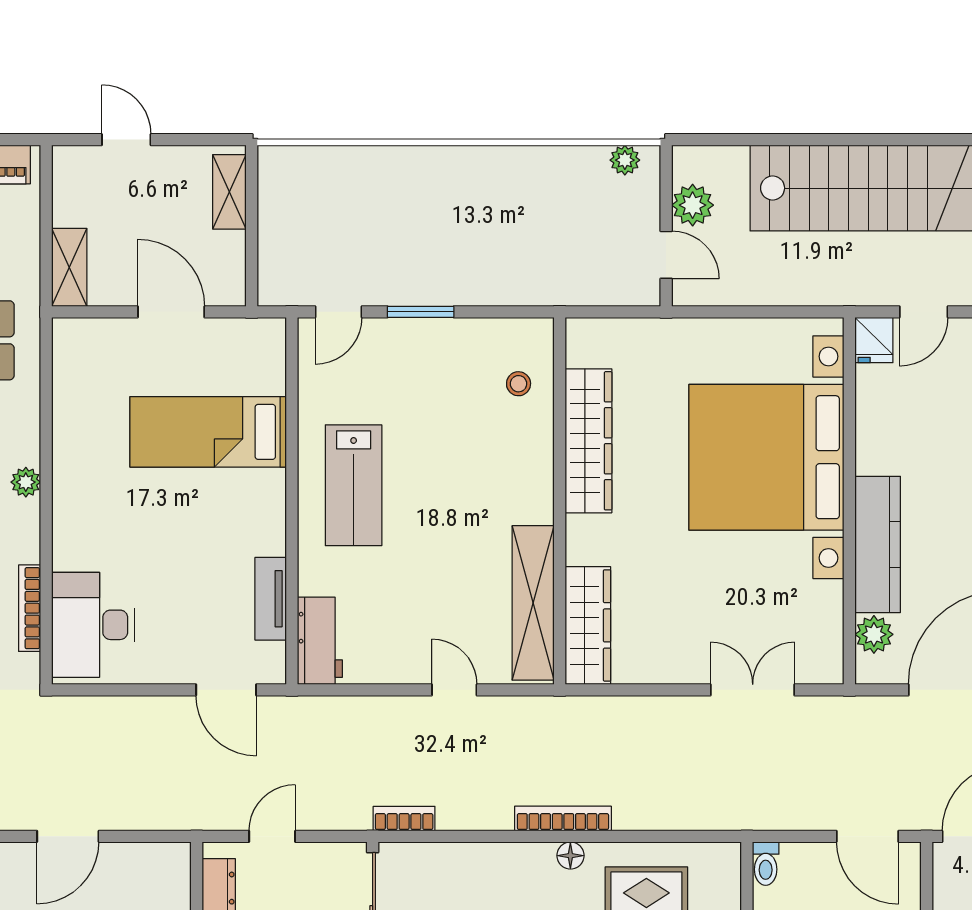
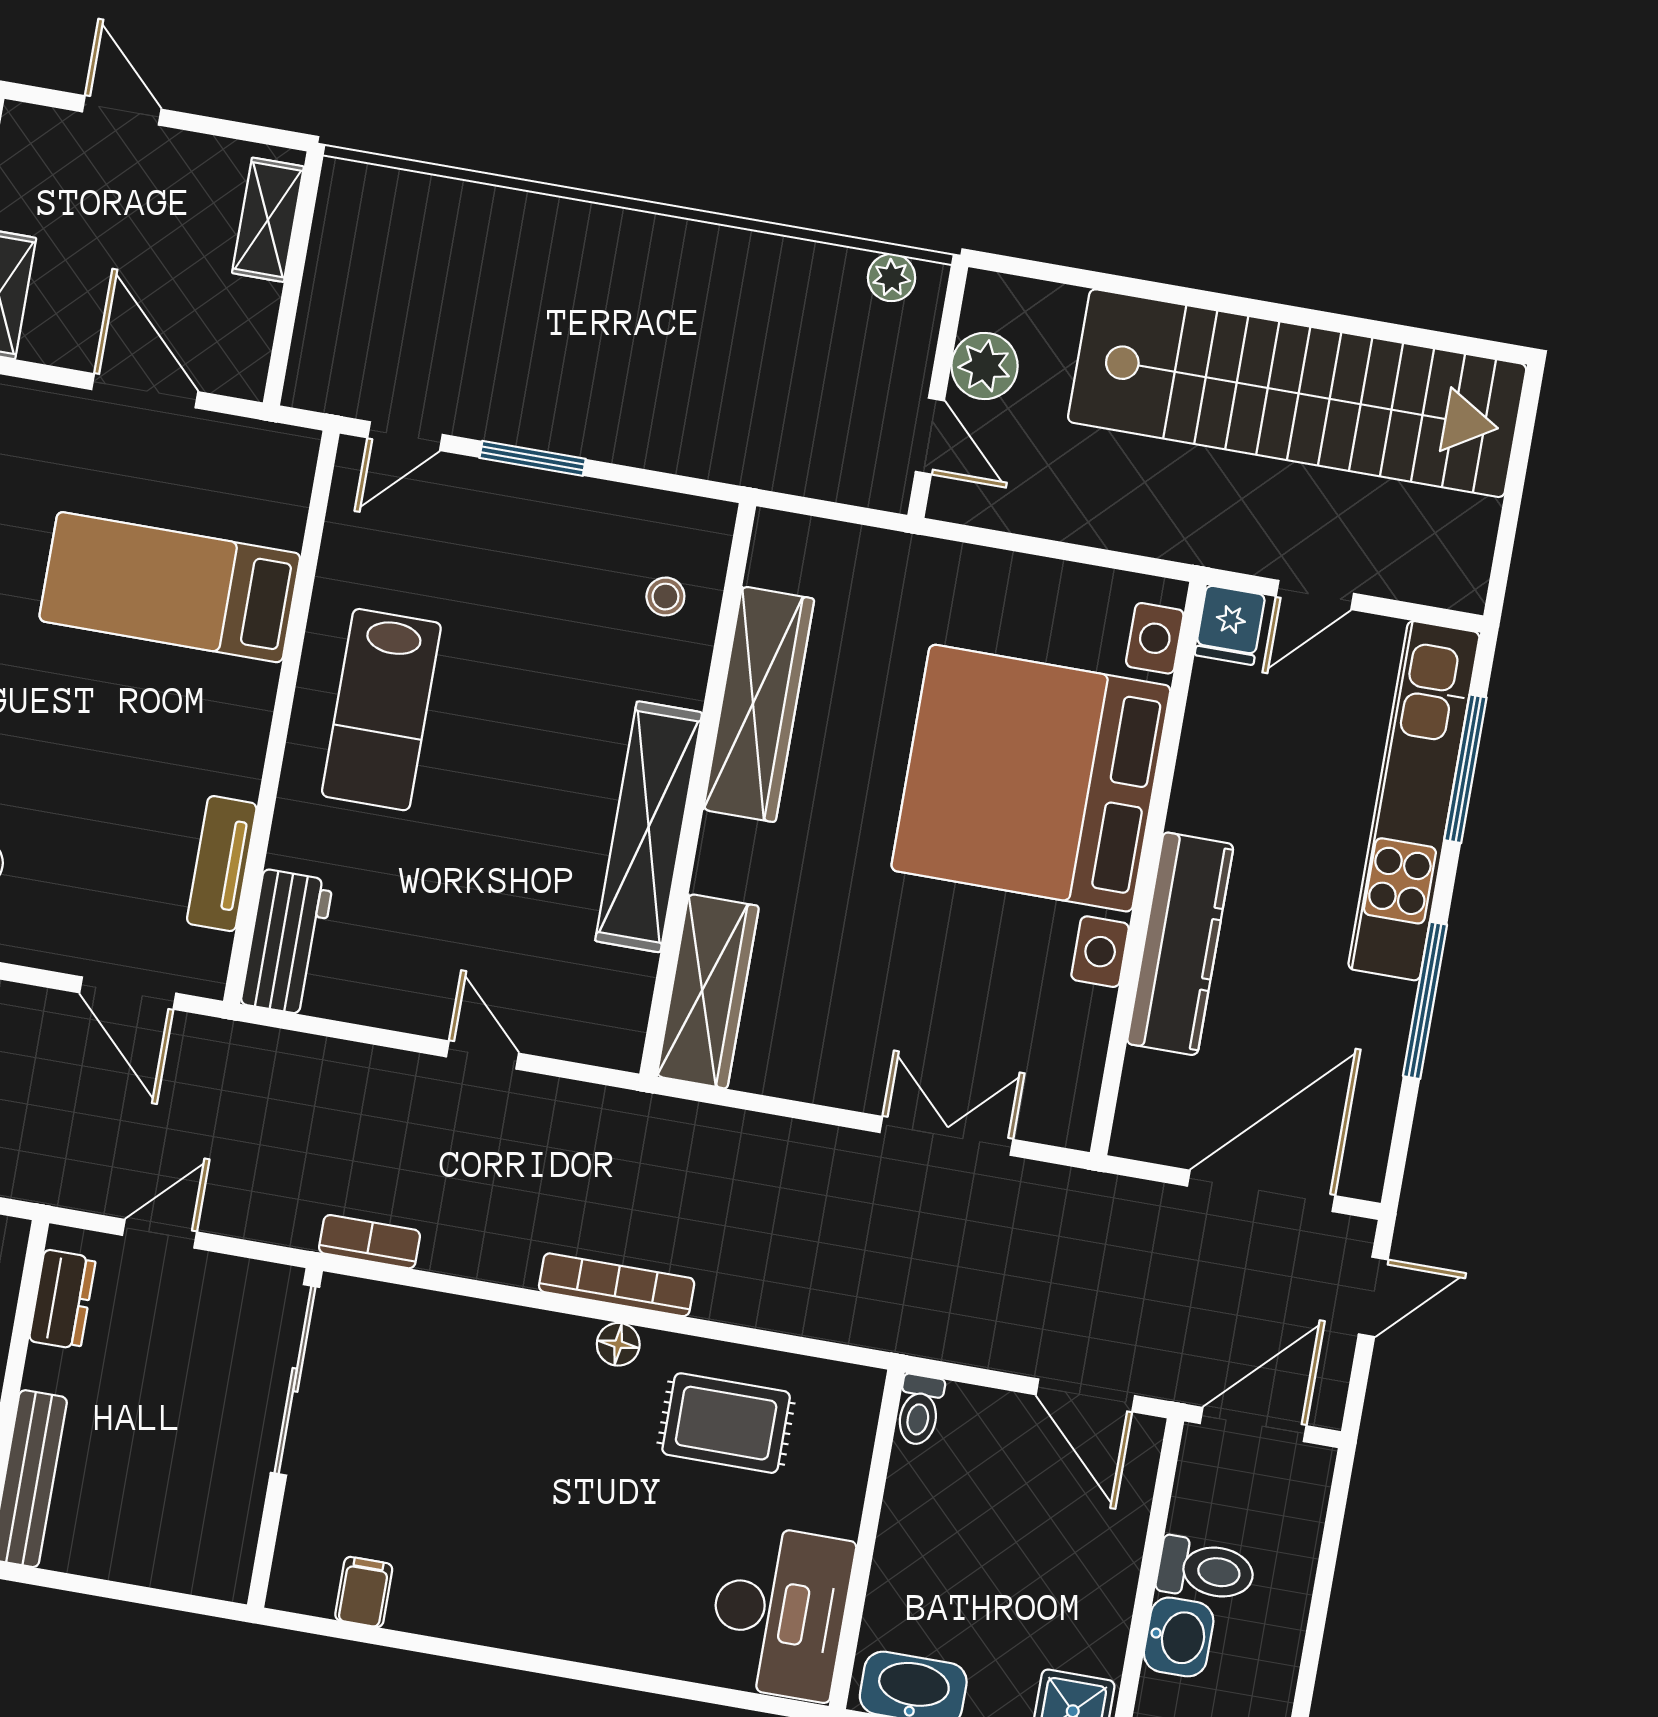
shelving: (533, 603) -> (649, 827), moved
plant: (874, 634) -> (1150, 1083), removed

